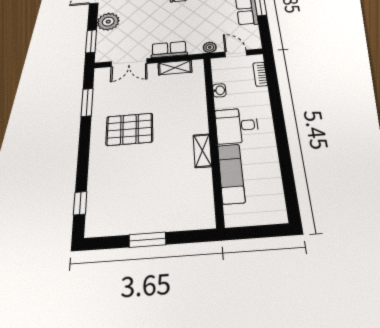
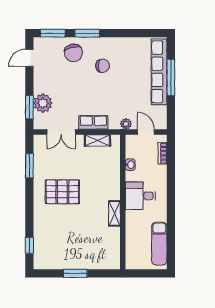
plant: (108, 22) -> (43, 103), moved
exam couch: (231, 174) -> (159, 244), moved, turned 180

